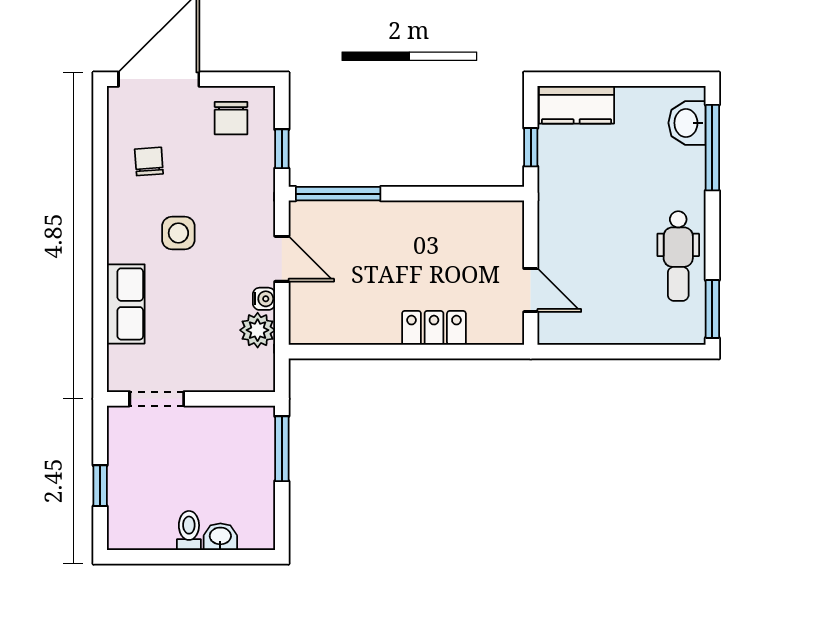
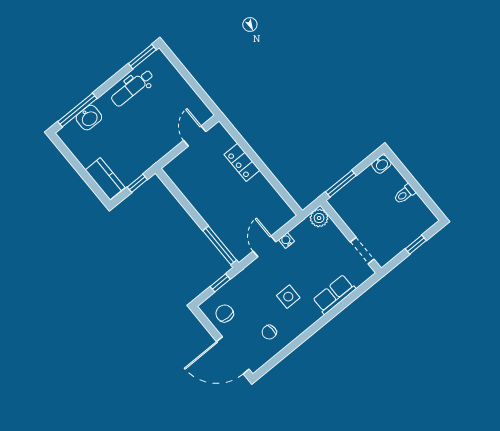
chair: (231, 118) -> (225, 313), turned -90
washbasin: (687, 123) -> (89, 118), moved
dental chair: (678, 256) -> (132, 88), turned 180
plant: (258, 330) -> (319, 218), moved
washbasin: (220, 537) -> (381, 164), moved, turned -90

